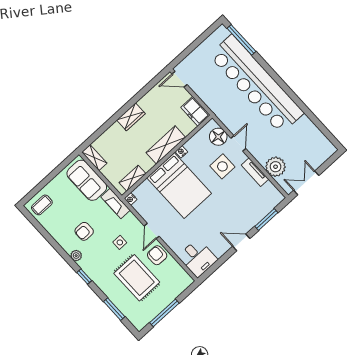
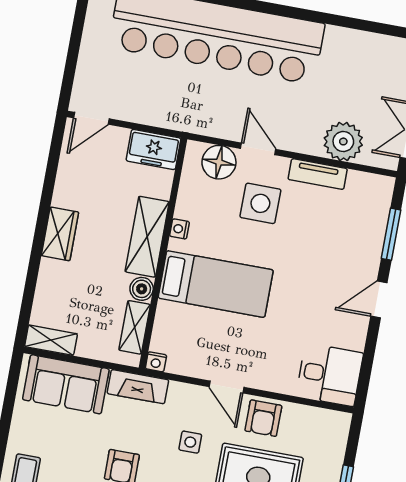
boiler: (147, 165) -> (142, 289), added
bed: (179, 186) -> (216, 284), width x0.67
armchair: (157, 255) -> (263, 418), turned -90

